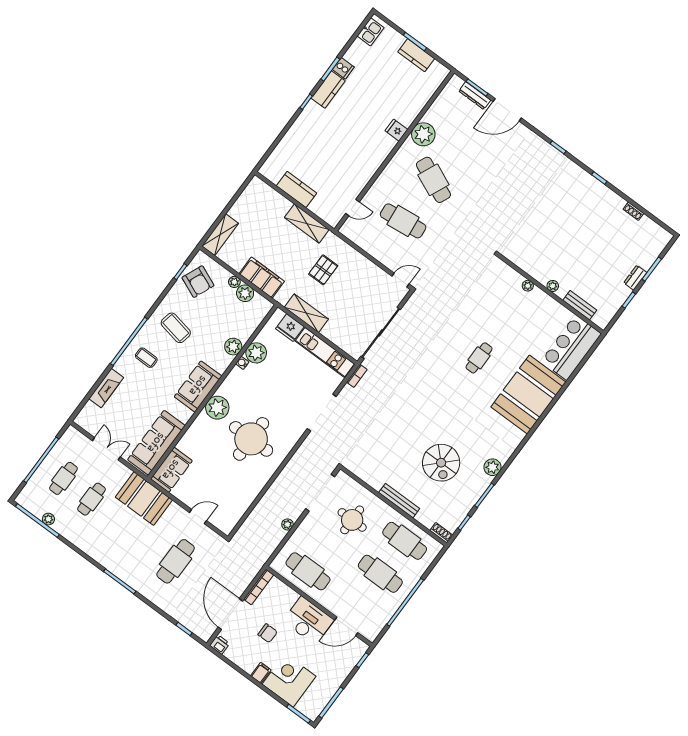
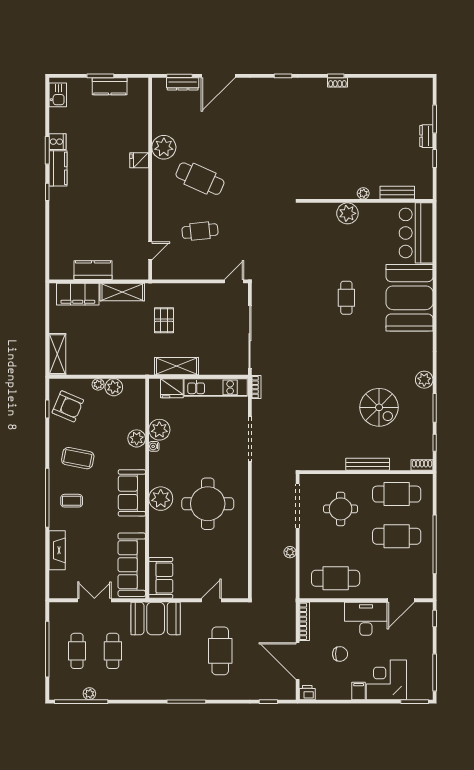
shoe rack: (633, 211) -> (337, 82), moved
cafe table: (403, 221) -> (200, 231), width x0.73, depth x0.74
filing cabinet: (262, 278) -> (78, 294), moved, turned 180
plant: (528, 286) -> (347, 213), width x1.88, depth x1.88

